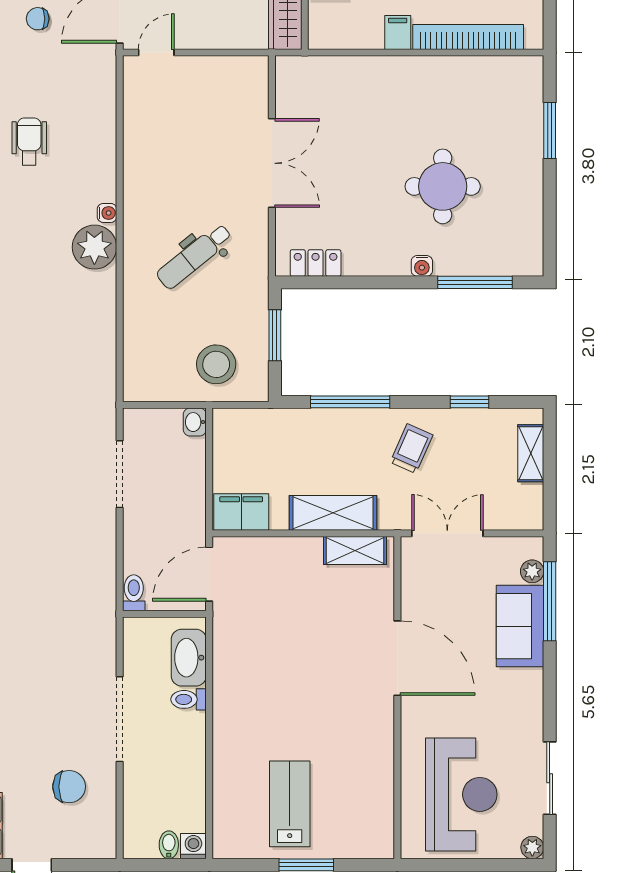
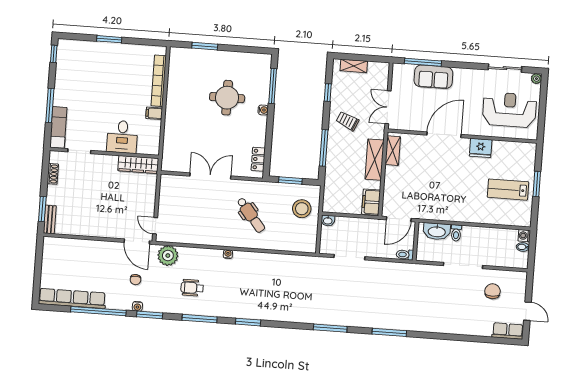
plant: (94, 247) -> (168, 256), moved
plant: (532, 571) -> (408, 69), removed
door: (209, 574) -> (399, 219), hinge flipped
fridge: (375, 739) -> (481, 148), added

